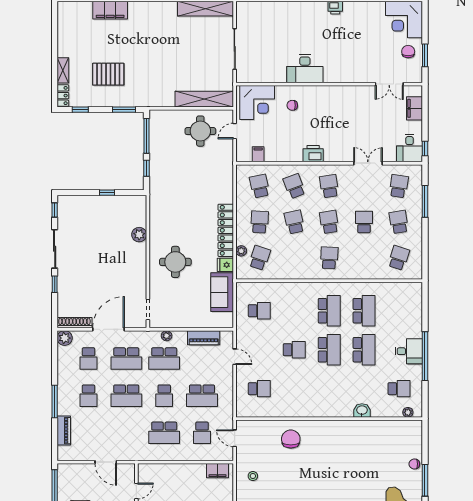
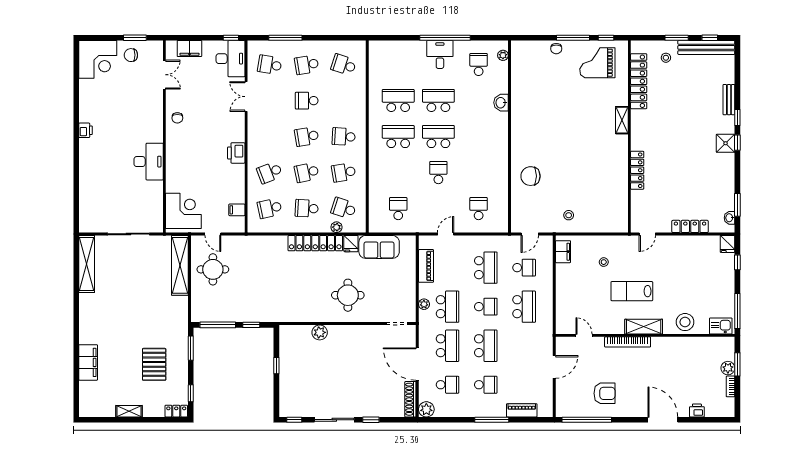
shelving: (63, 70) -> (129, 411), moved
chair: (292, 105) -> (177, 118), moved
desk: (410, 148) -> (230, 59), width x1.37
school desk: (329, 186) -> (344, 172), moved

